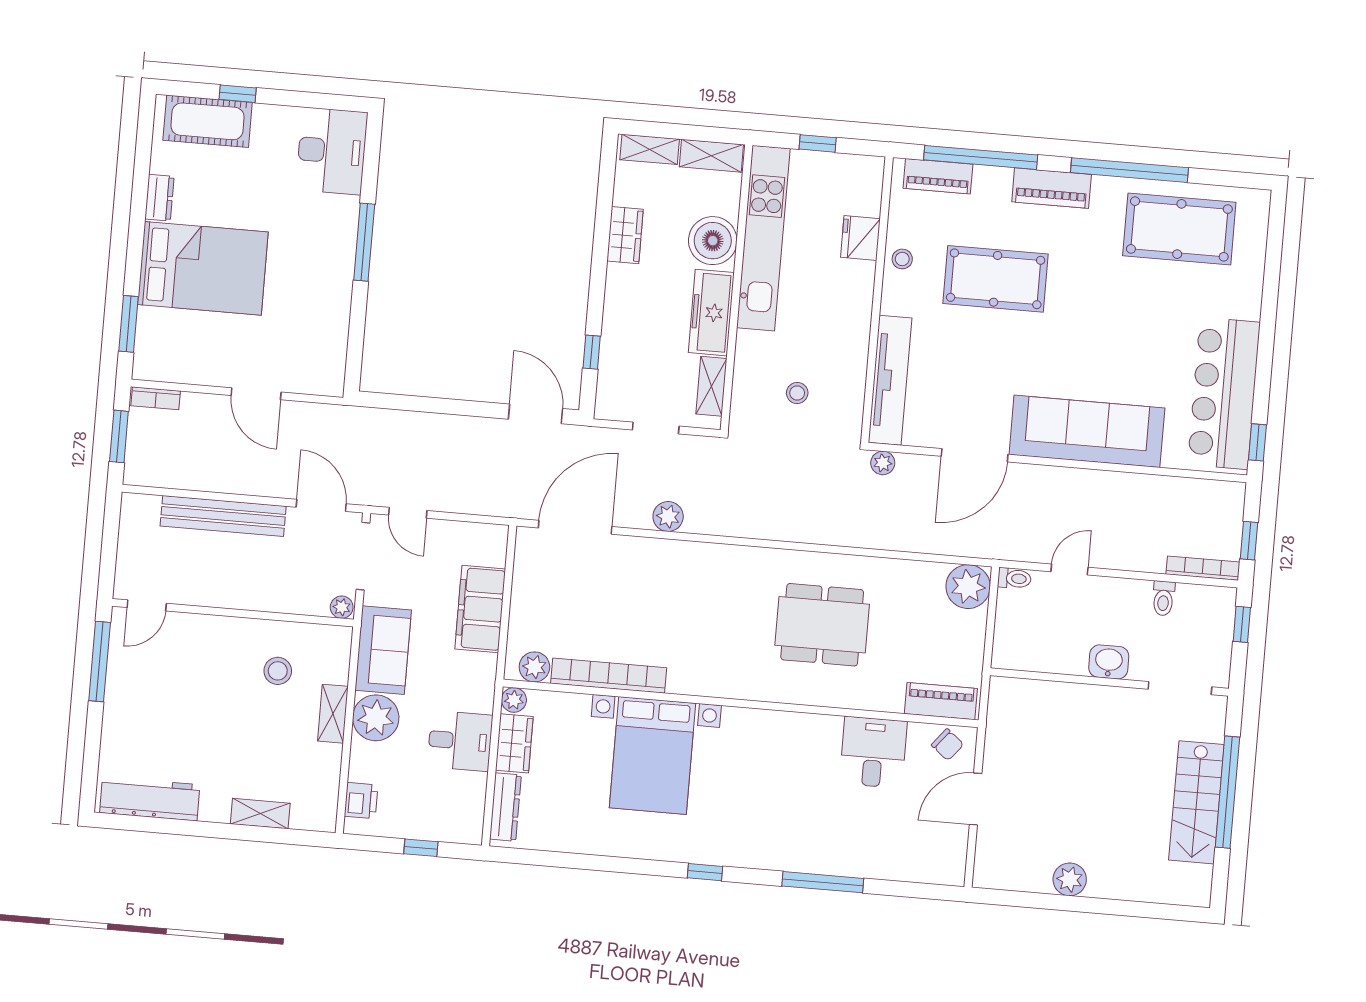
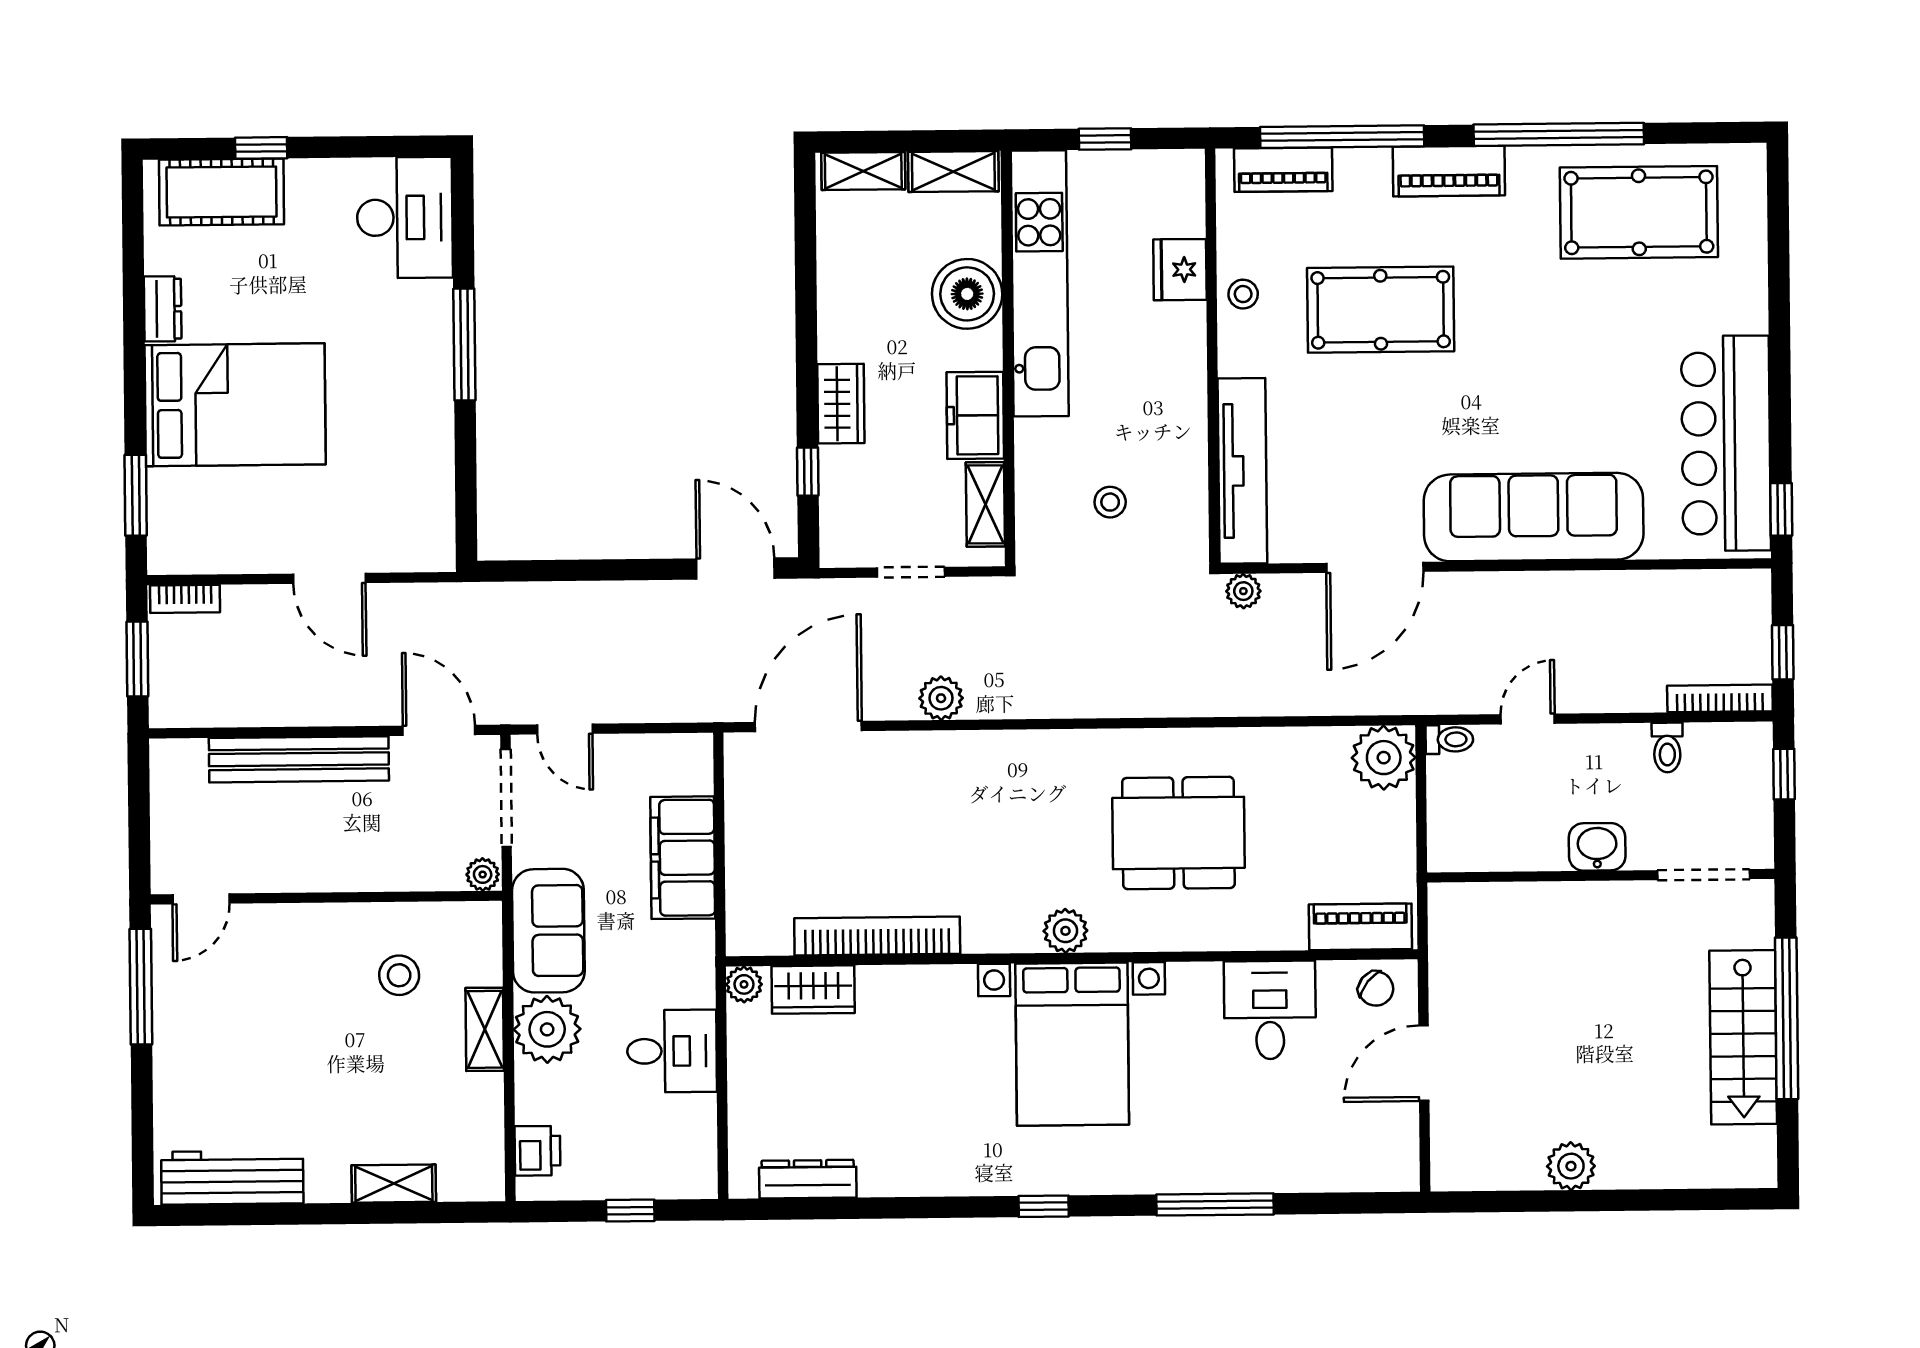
wardrobe: (625, 235) -> (841, 404), moved
freezer: (711, 313) -> (975, 415), width x0.71
plant: (534, 667) -> (1065, 931), moved
wardrobe: (514, 743) -> (813, 990), moved, turned 90
bed with nightstands: (652, 756) -> (1072, 1044), moved
dresser: (505, 807) -> (808, 1179), moved, turned -90

